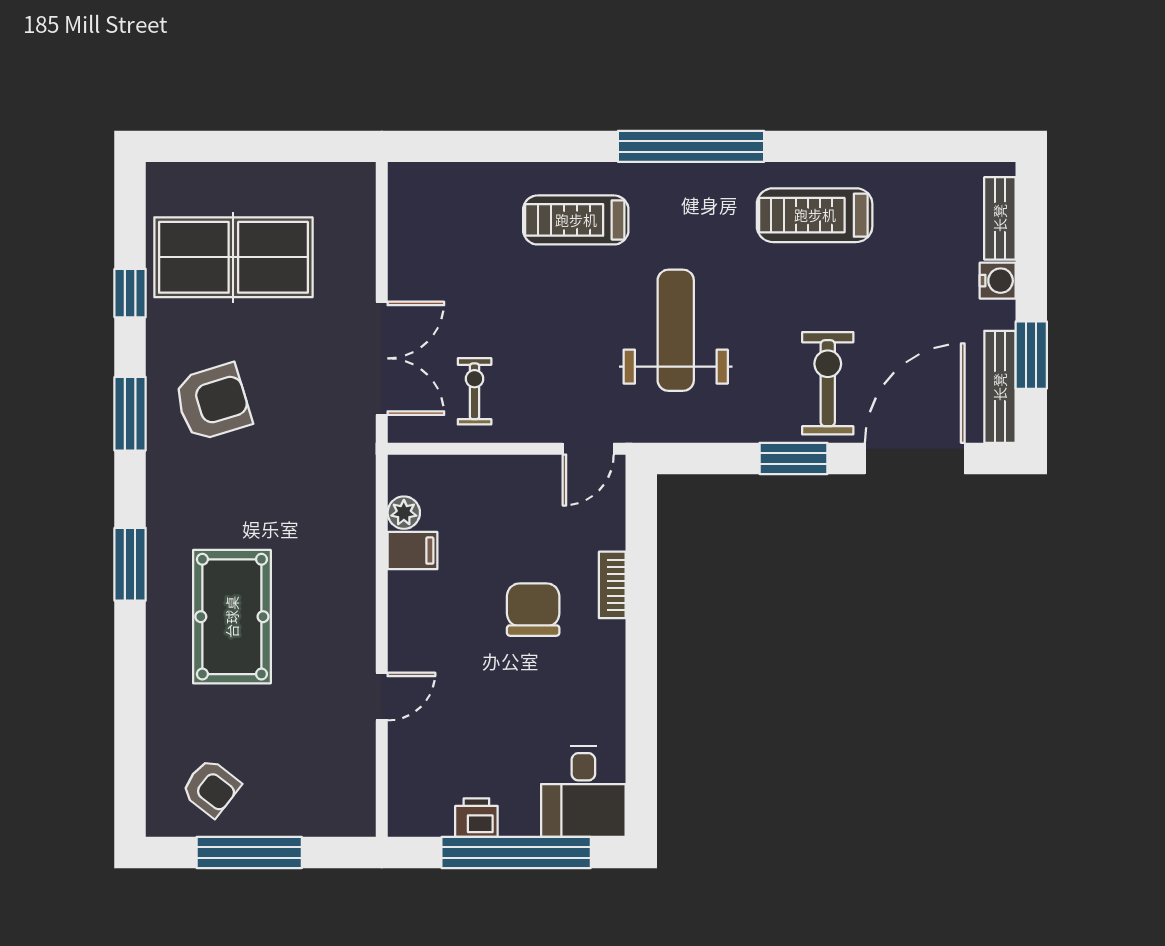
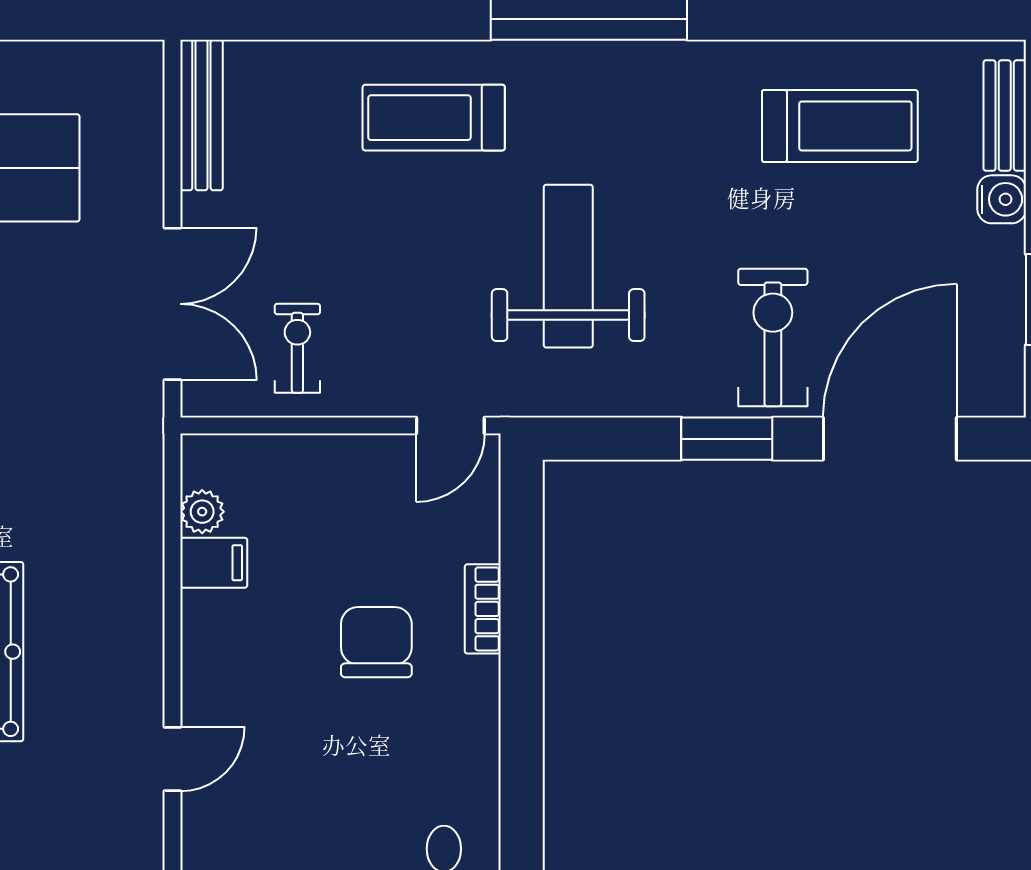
treadmill: (815, 215) -> (840, 126), moved, turned 180
bench: (1000, 387) -> (201, 115), moved

